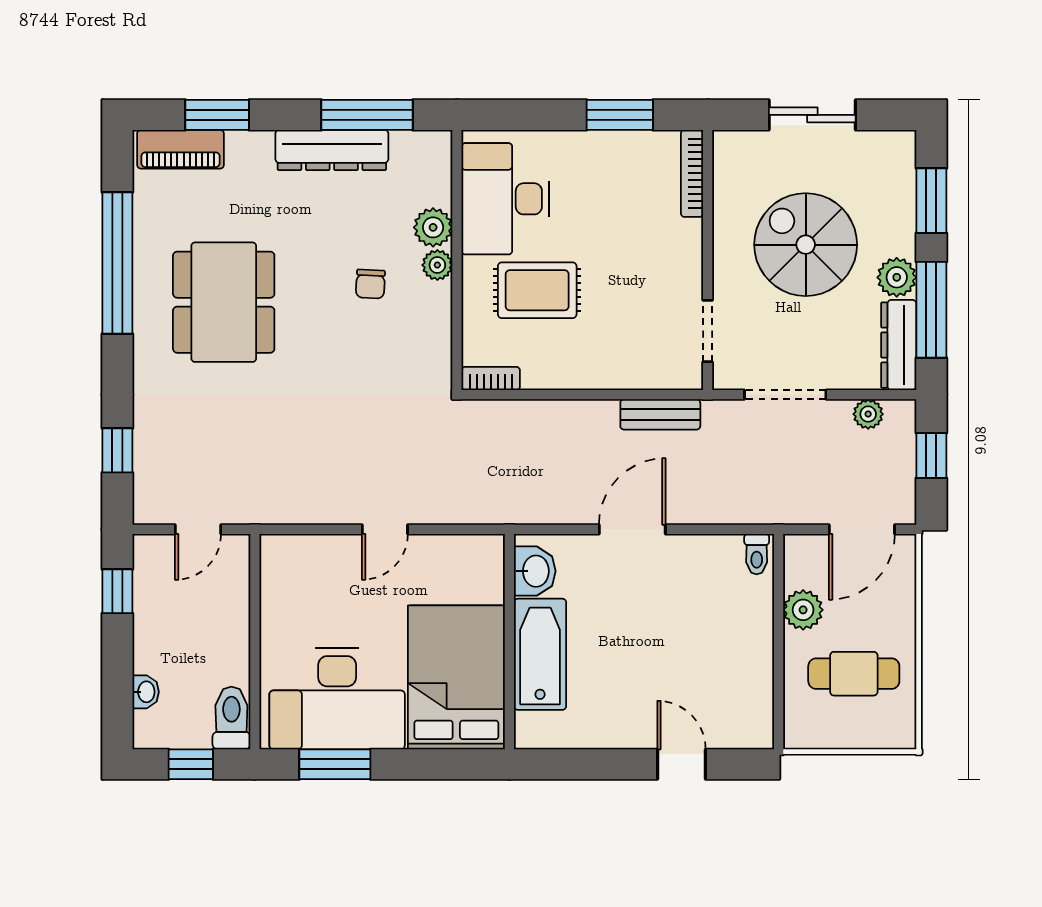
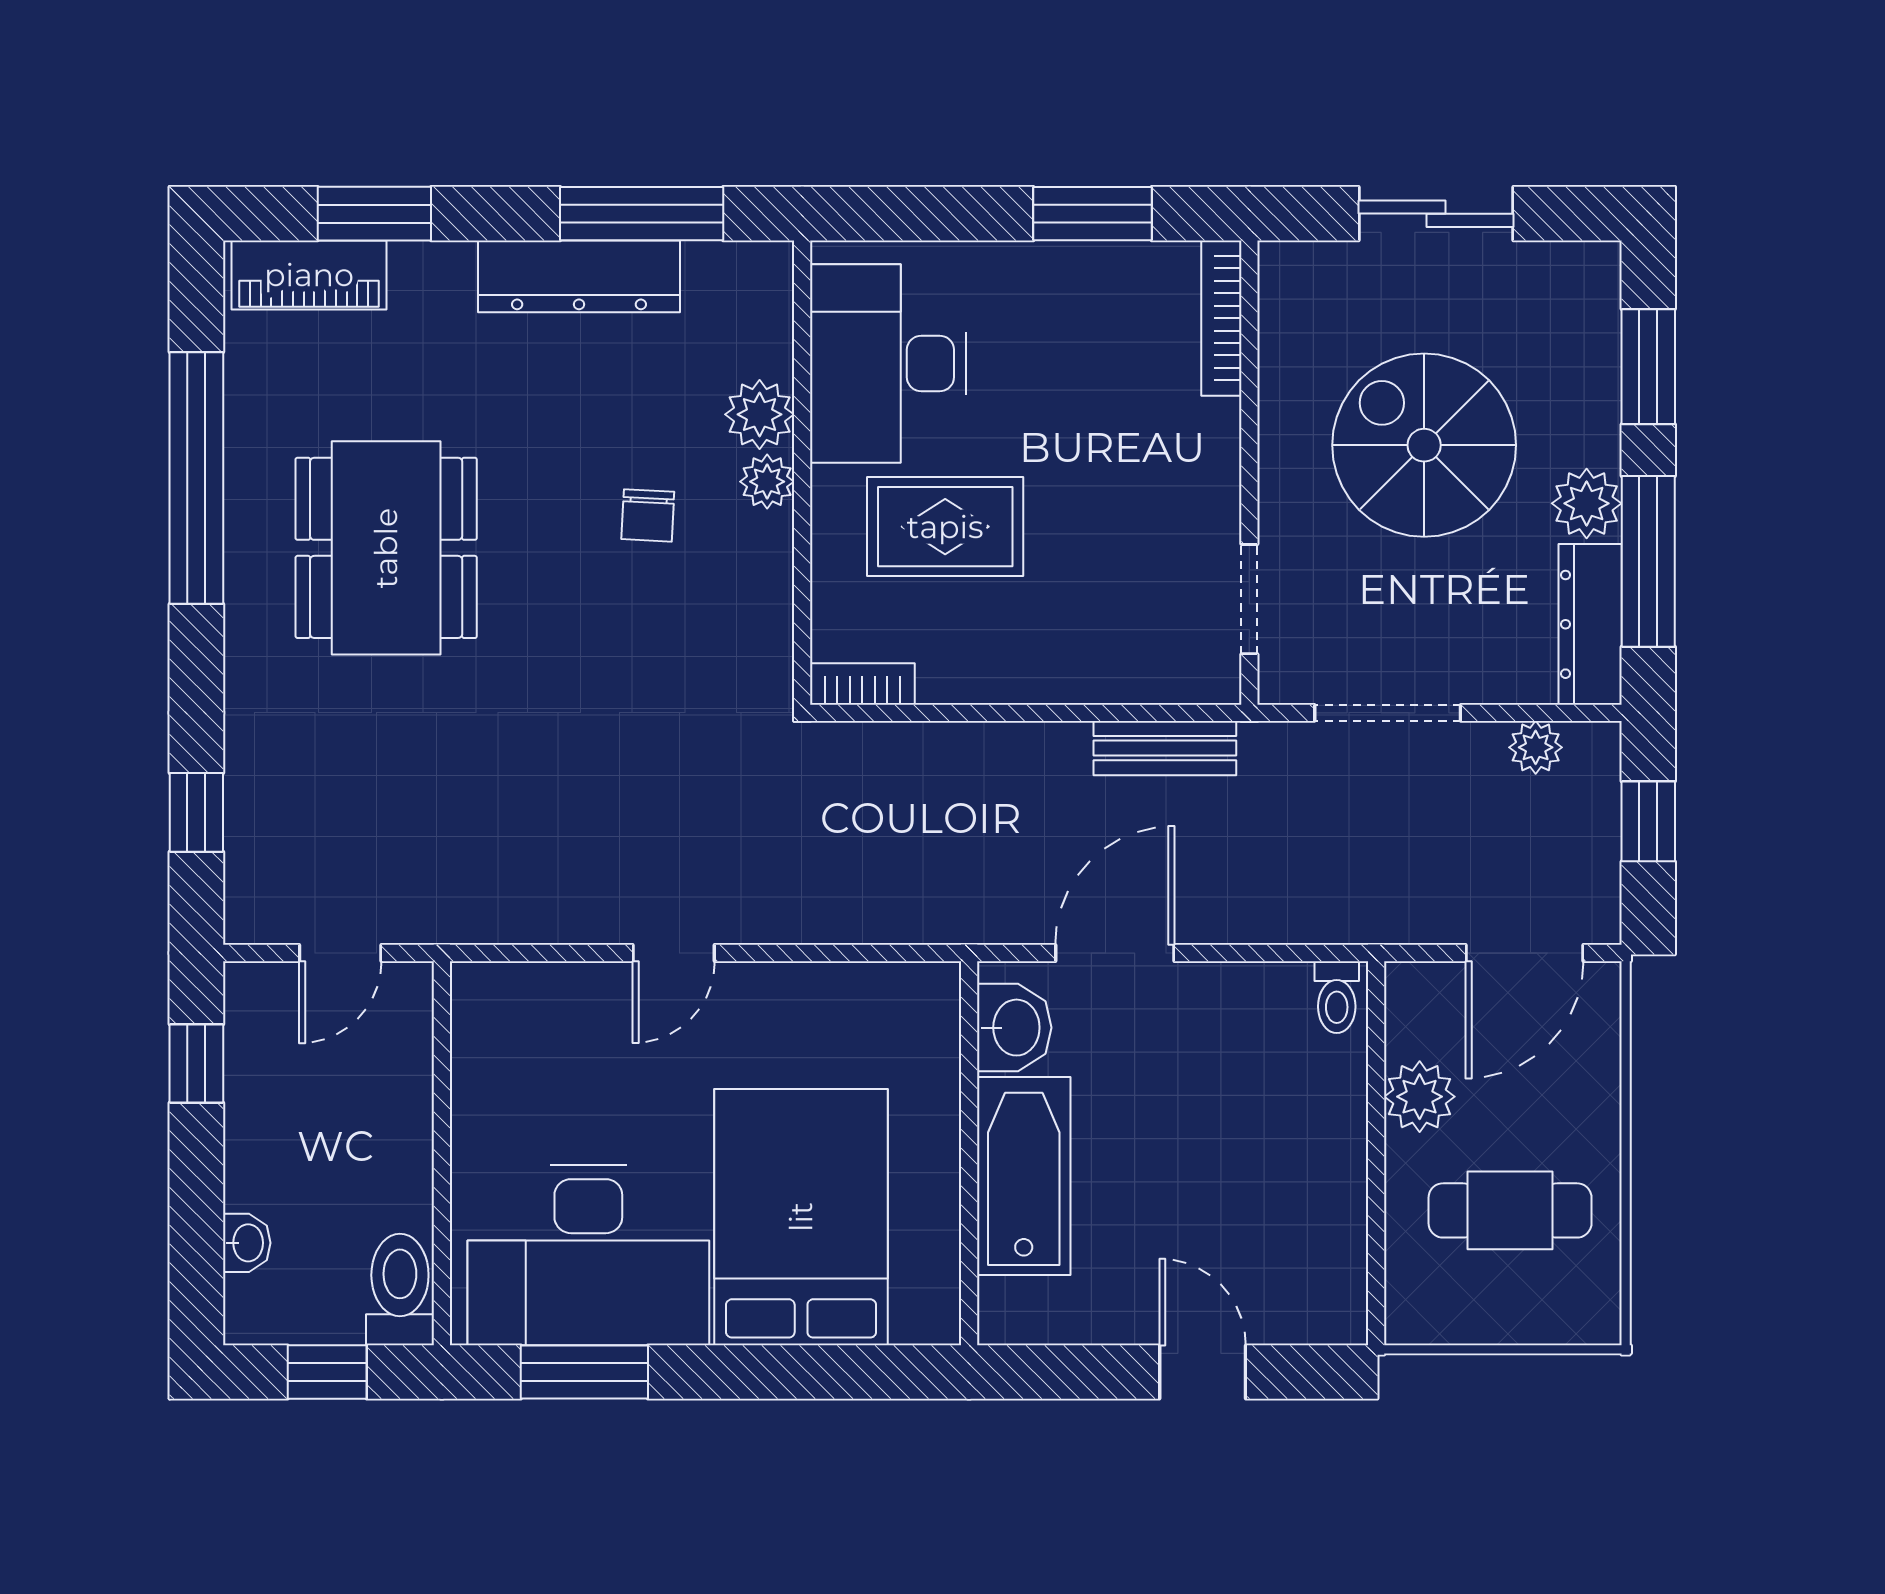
washbasin: (535, 571) -> (1014, 1028), moved
wall: (509, 642) -> (969, 1153), moved
bathtub: (540, 654) -> (1024, 1176), moved

